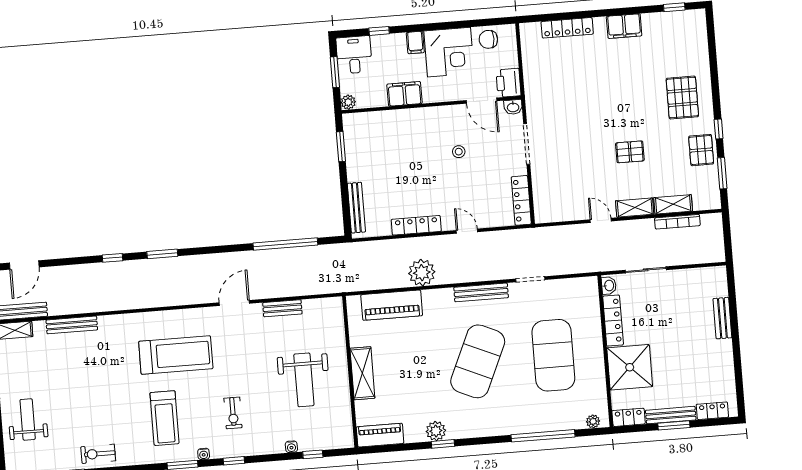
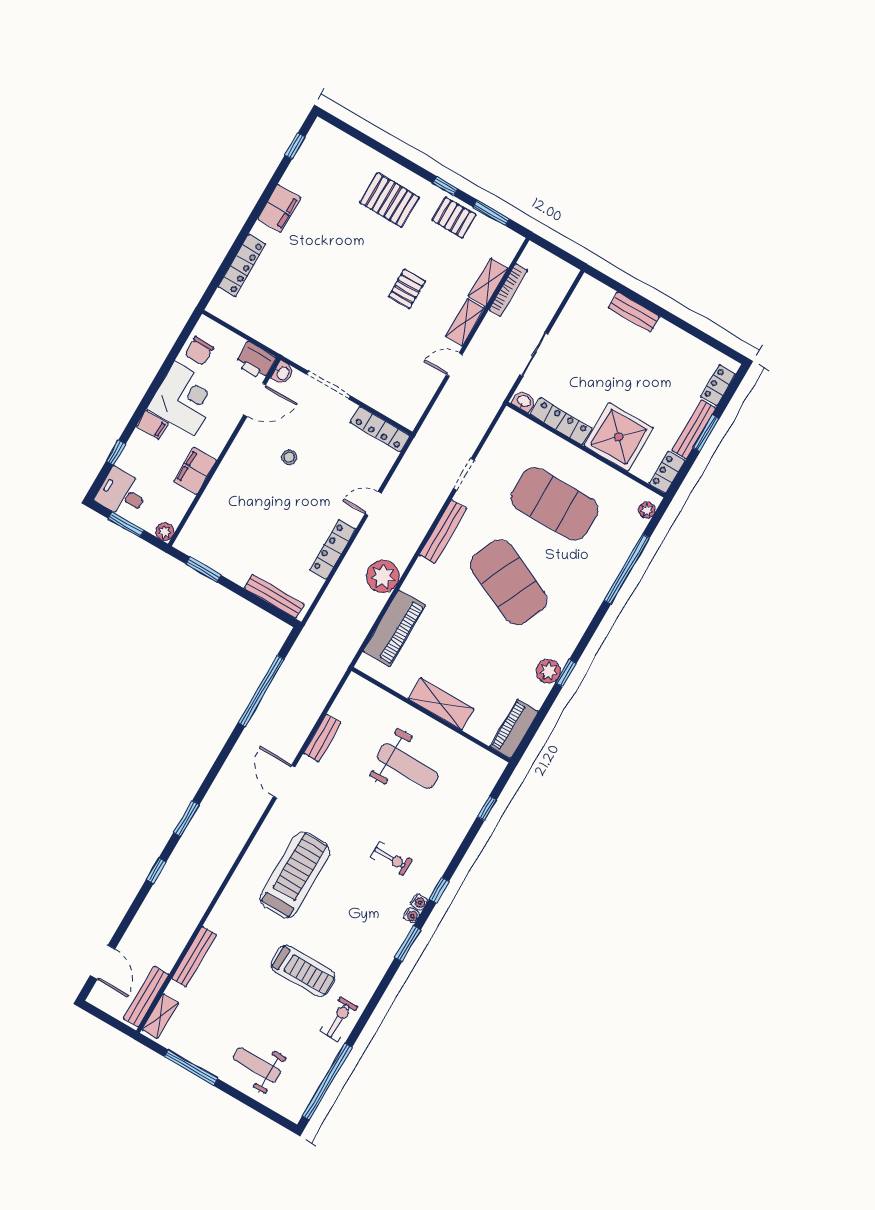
treadmill: (165, 418) -> (303, 971), moved
water cooler: (291, 447) -> (419, 902), moved
exercise bike: (98, 454) -> (339, 1019), turned 180

